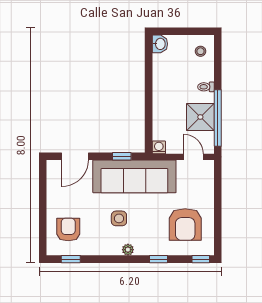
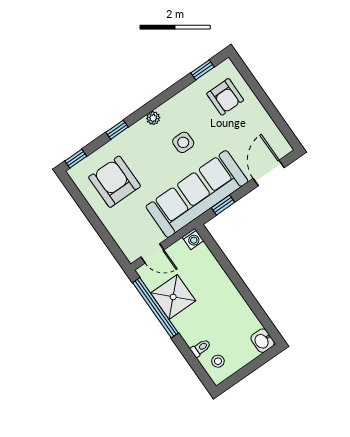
toilet: (206, 87) -> (201, 348), moved

